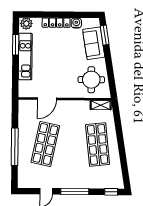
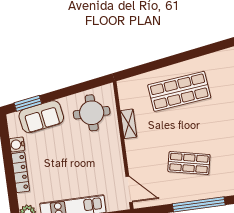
door: (47, 99) -> (129, 189), moved
shelving: (101, 105) -> (129, 124), moved
shop shelf: (45, 144) -> (189, 163), width x0.70, depth x0.74

